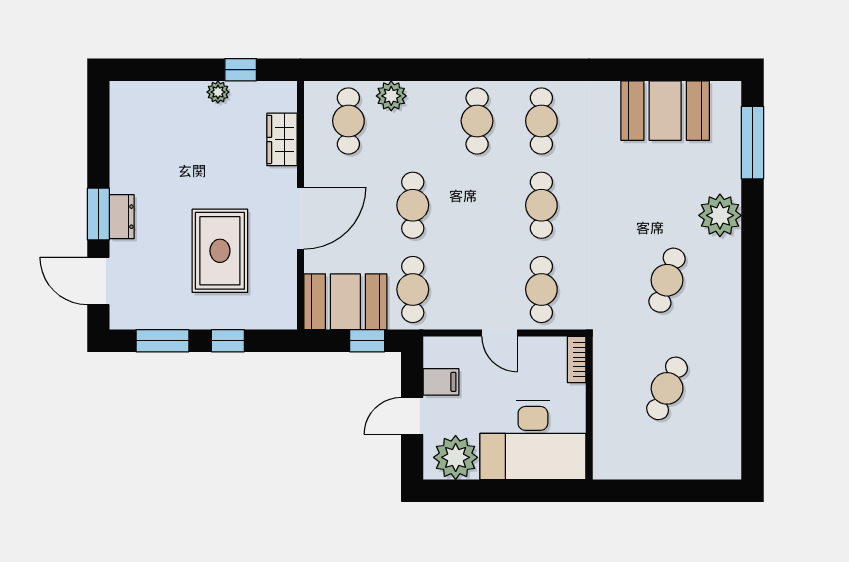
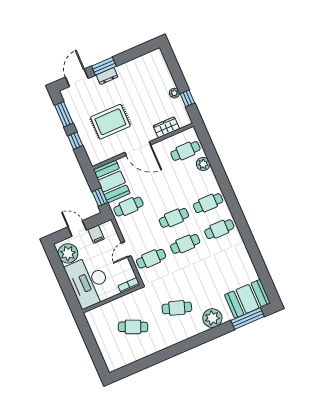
booth: (665, 111) -> (247, 299), moved, turned 90
cafe table: (413, 205) -> (174, 218), moved

